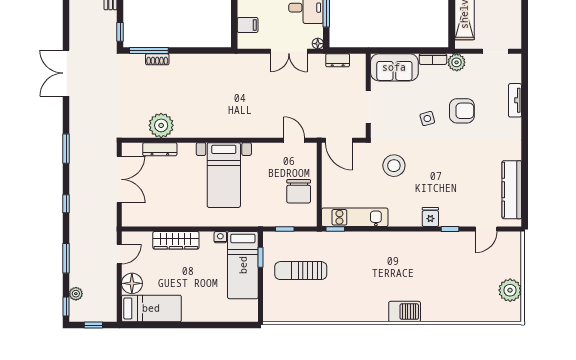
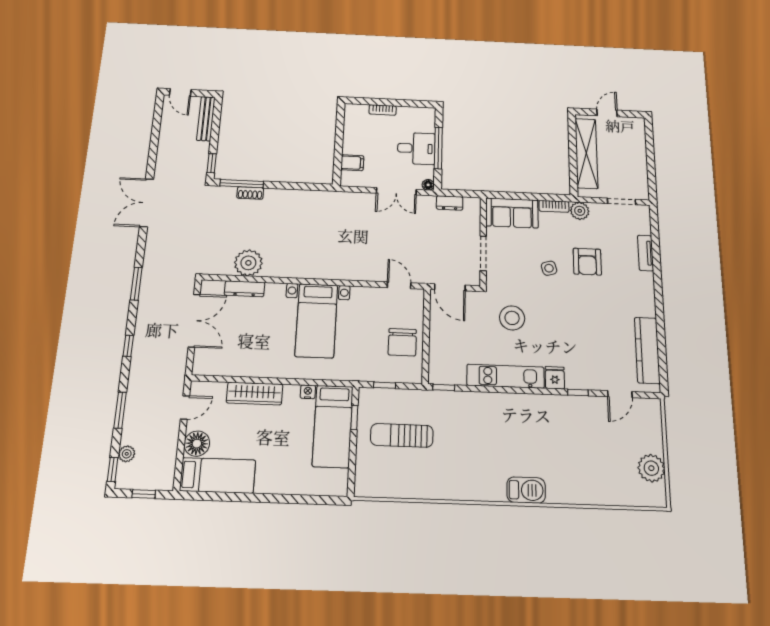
armchair: (462, 111) -> (587, 262), turned 90
kitchen unit: (355, 217) -> (506, 376), moved

